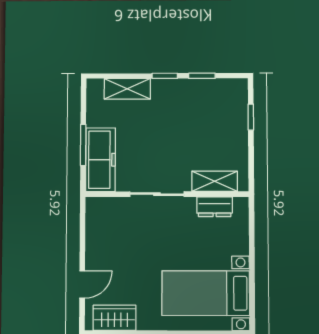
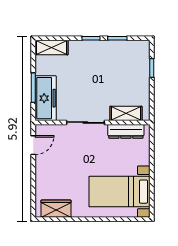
shelving: (127, 89) -> (52, 48), moved
dresser: (215, 207) -> (126, 131), width x1.44
door: (82, 285) -> (33, 145), moved

